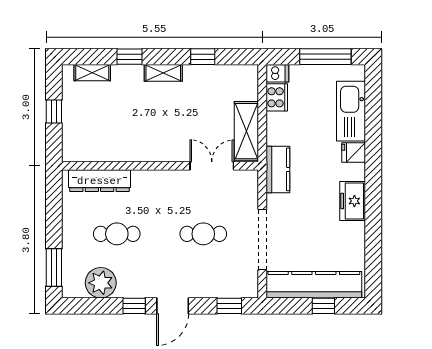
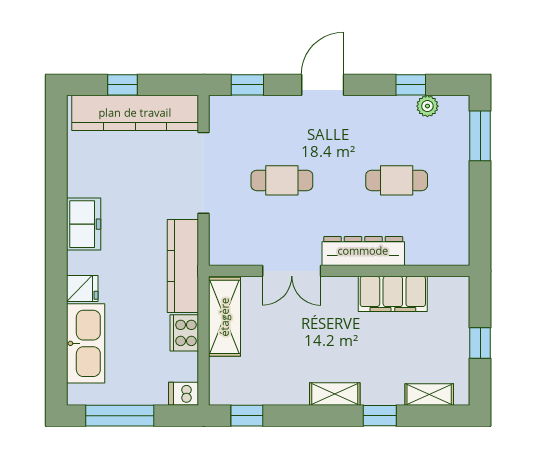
window: (203, 57) -> (247, 416), moved
cooker: (277, 97) -> (184, 333), moved
filing cabinet: (120, 148) -> (393, 294), added
double door: (212, 166) -> (292, 271), moved
kitchen counter: (278, 169) -> (183, 266), width x1.50
dresser: (100, 181) -> (363, 251), moved
plant: (101, 283) -> (427, 106), width x0.53, depth x0.53
window: (134, 306) -> (411, 85), moved

